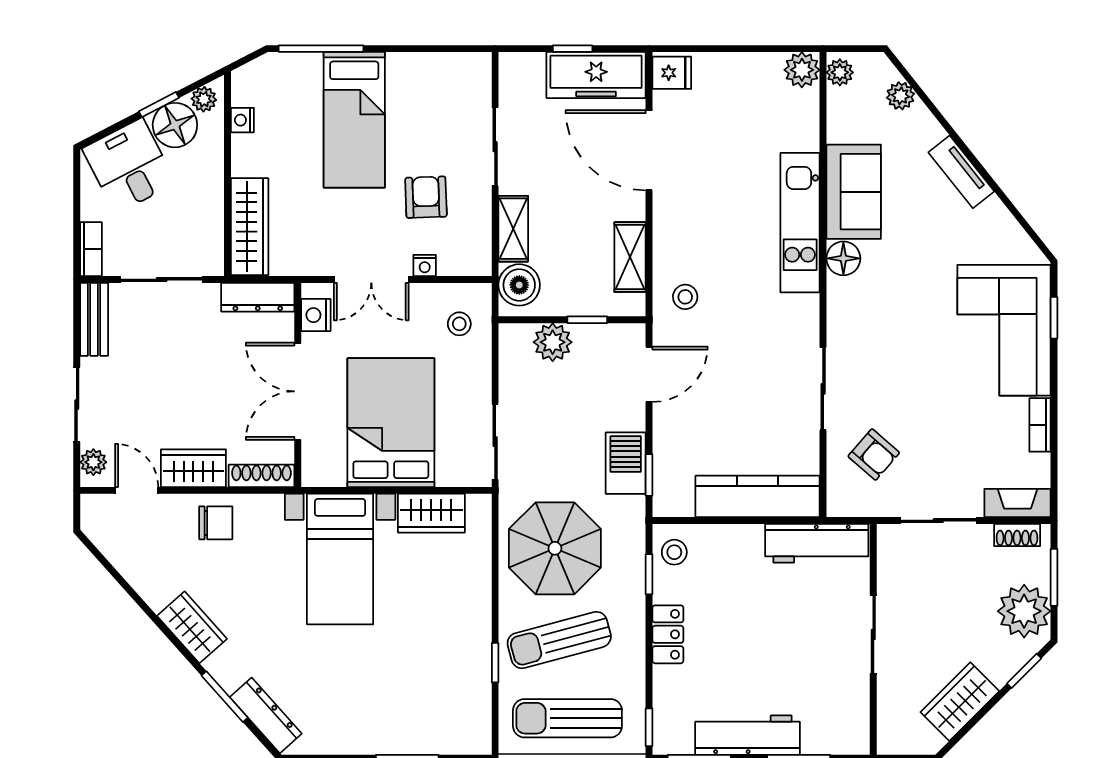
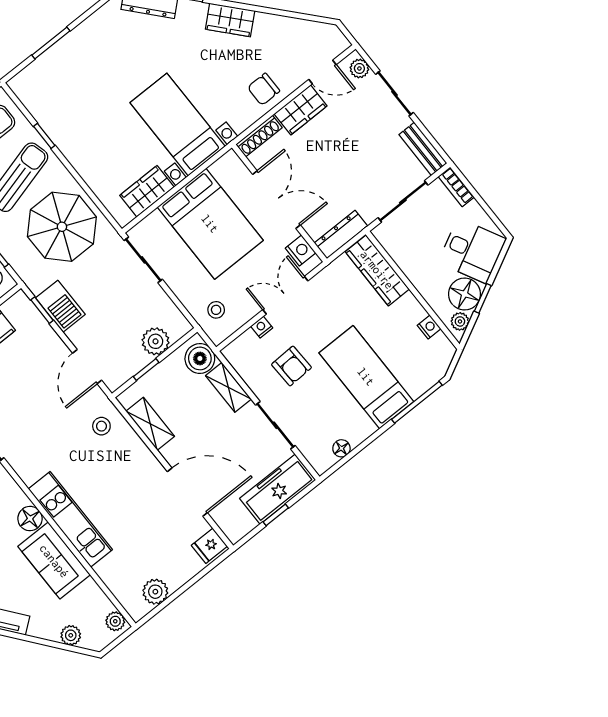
floor lamp: (443, 64) -> (341, 448), added
plant: (802, 70) -> (155, 592), moved
freezer: (596, 75) -> (278, 489), moved

